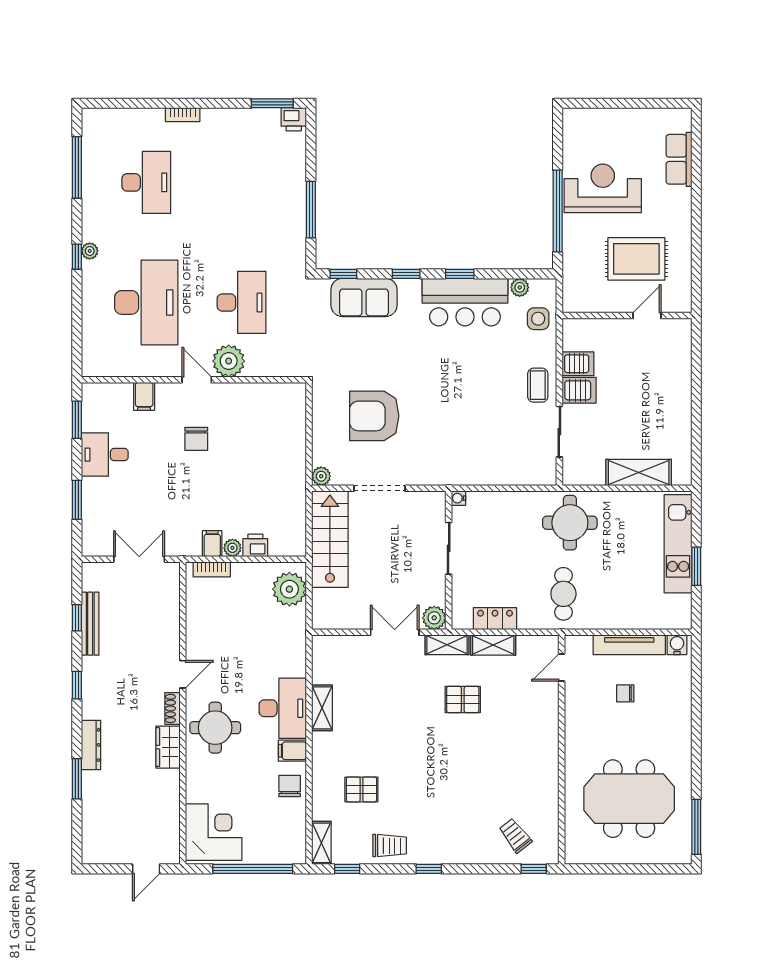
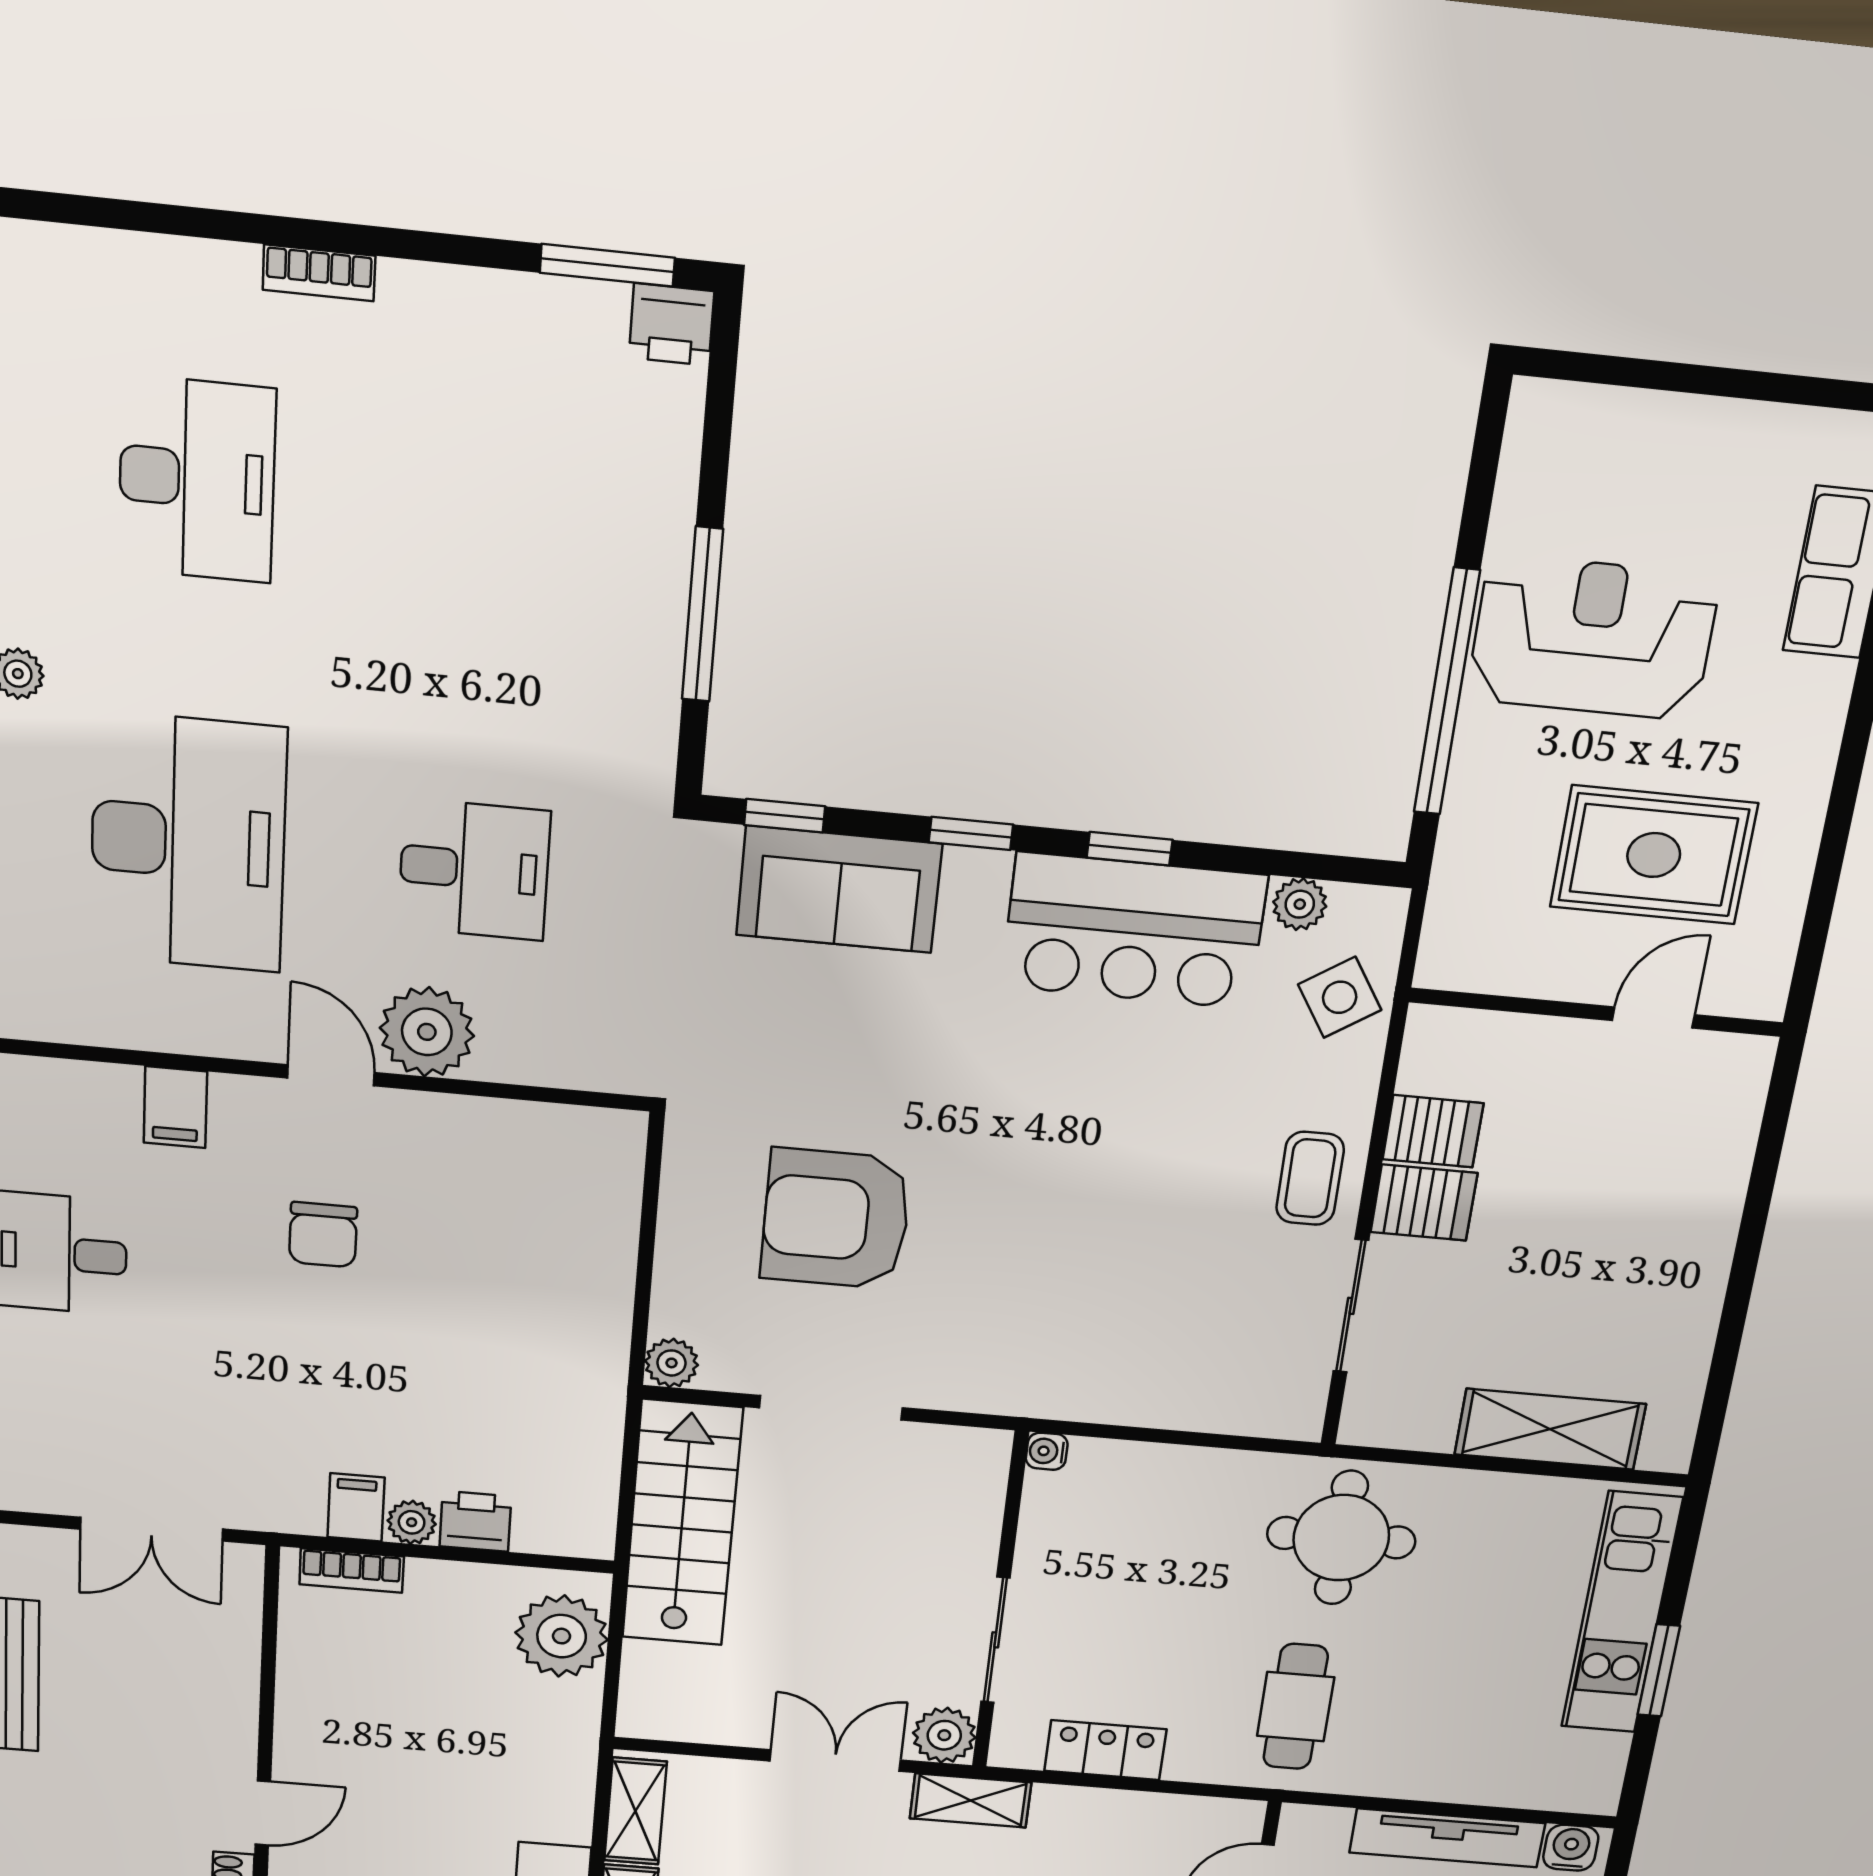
desk: (242, 302) -> (474, 870), width x0.73
side table: (538, 319) -> (1340, 997), turned -33
sliding door: (449, 548) -> (995, 1640), moved
double door: (139, 559) -> (152, 1529), swing flipped
shelving: (493, 645) -> (635, 1811), moved, turned 90

